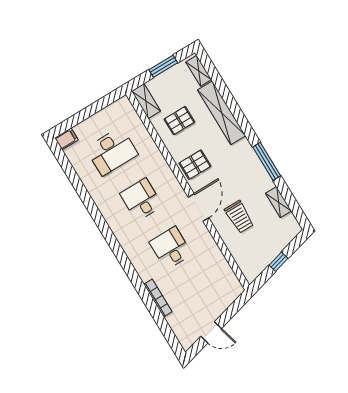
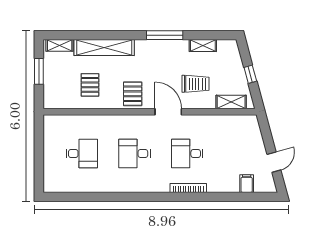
shelving: (146, 101) -> (231, 102), moved
filing cabinet: (66, 139) -> (247, 184), moved
desk: (112, 151) -> (82, 154), width x0.73
bookcase: (158, 298) -> (188, 188), moved

